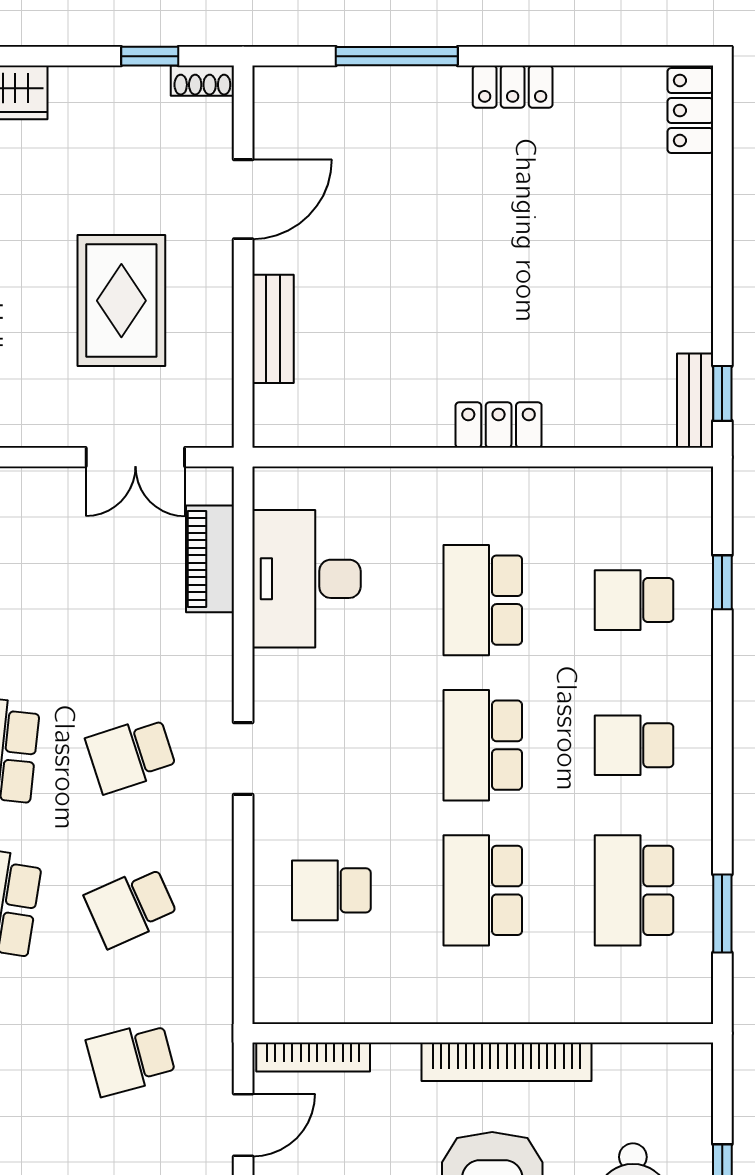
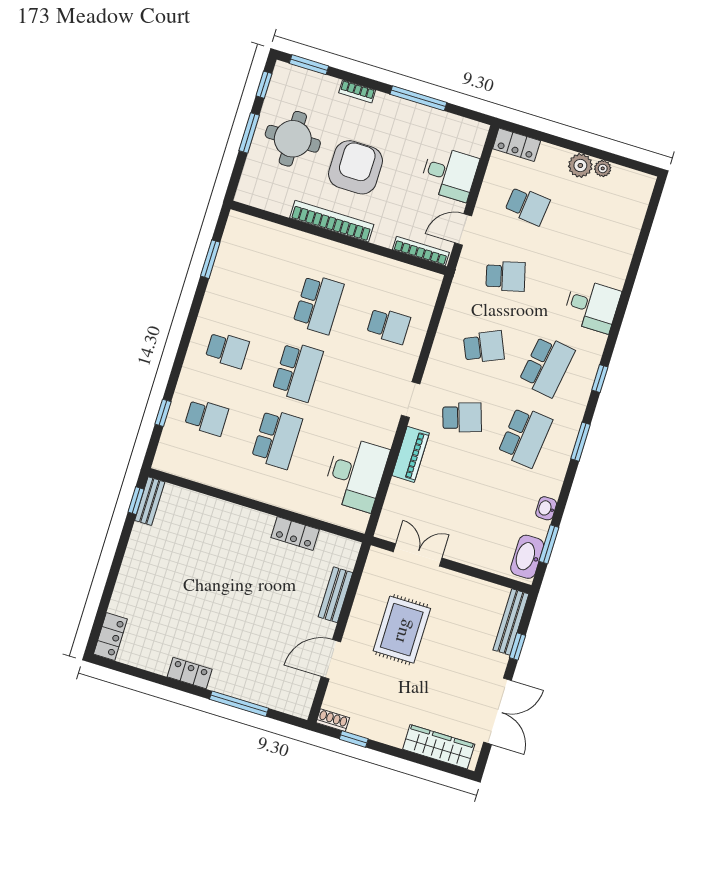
locker: (499, 425) -> (295, 534), moved
piano: (210, 559) -> (411, 454), moved
school desk: (634, 890) -> (248, 283), removed

